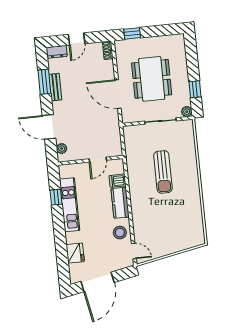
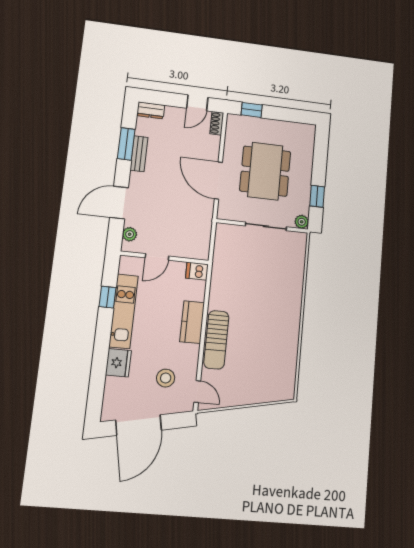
door: (77, 39) -> (197, 103), moved
door: (49, 127) -> (119, 203), hinge flipped
door: (98, 160) -> (157, 257), moved
sun lounger: (163, 172) -> (216, 340), moved
dishwasher: (118, 181) -> (197, 271), moved
stool: (120, 233) -> (166, 378), moved
fridge: (75, 253) -> (118, 363), moved

